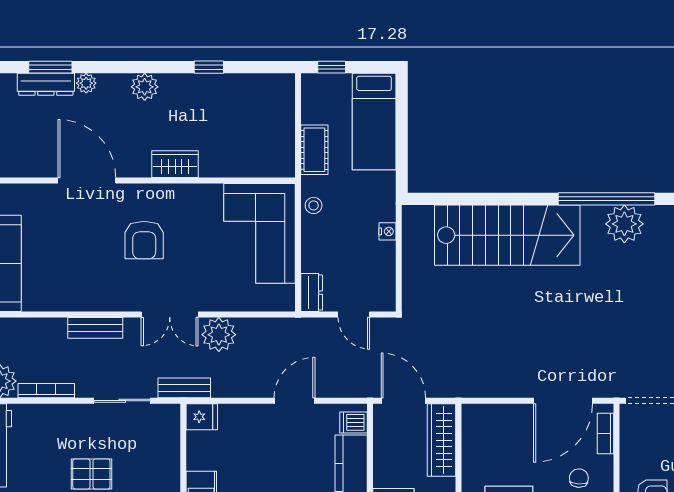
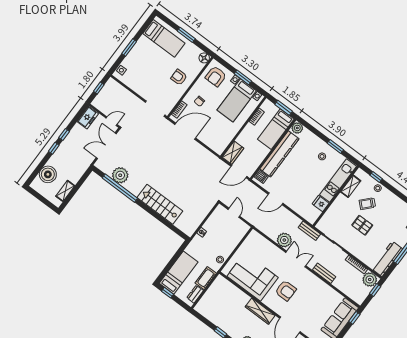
window: (332, 67) -> (167, 293), moved
wardrobe: (175, 164) -> (260, 311), width x1.50
corner sofa: (260, 233) -> (253, 277), moved, turned -90
stairs: (507, 235) -> (160, 204), width x0.73, depth x0.66
armchair: (144, 240) -> (286, 291), turned 90
dresser: (312, 293) -> (195, 294), moved
door: (403, 401) -> (239, 171), hinge flipped
fridge: (202, 417) -> (321, 204), moved
wardrobe: (442, 440) -> (233, 153), width x0.67

